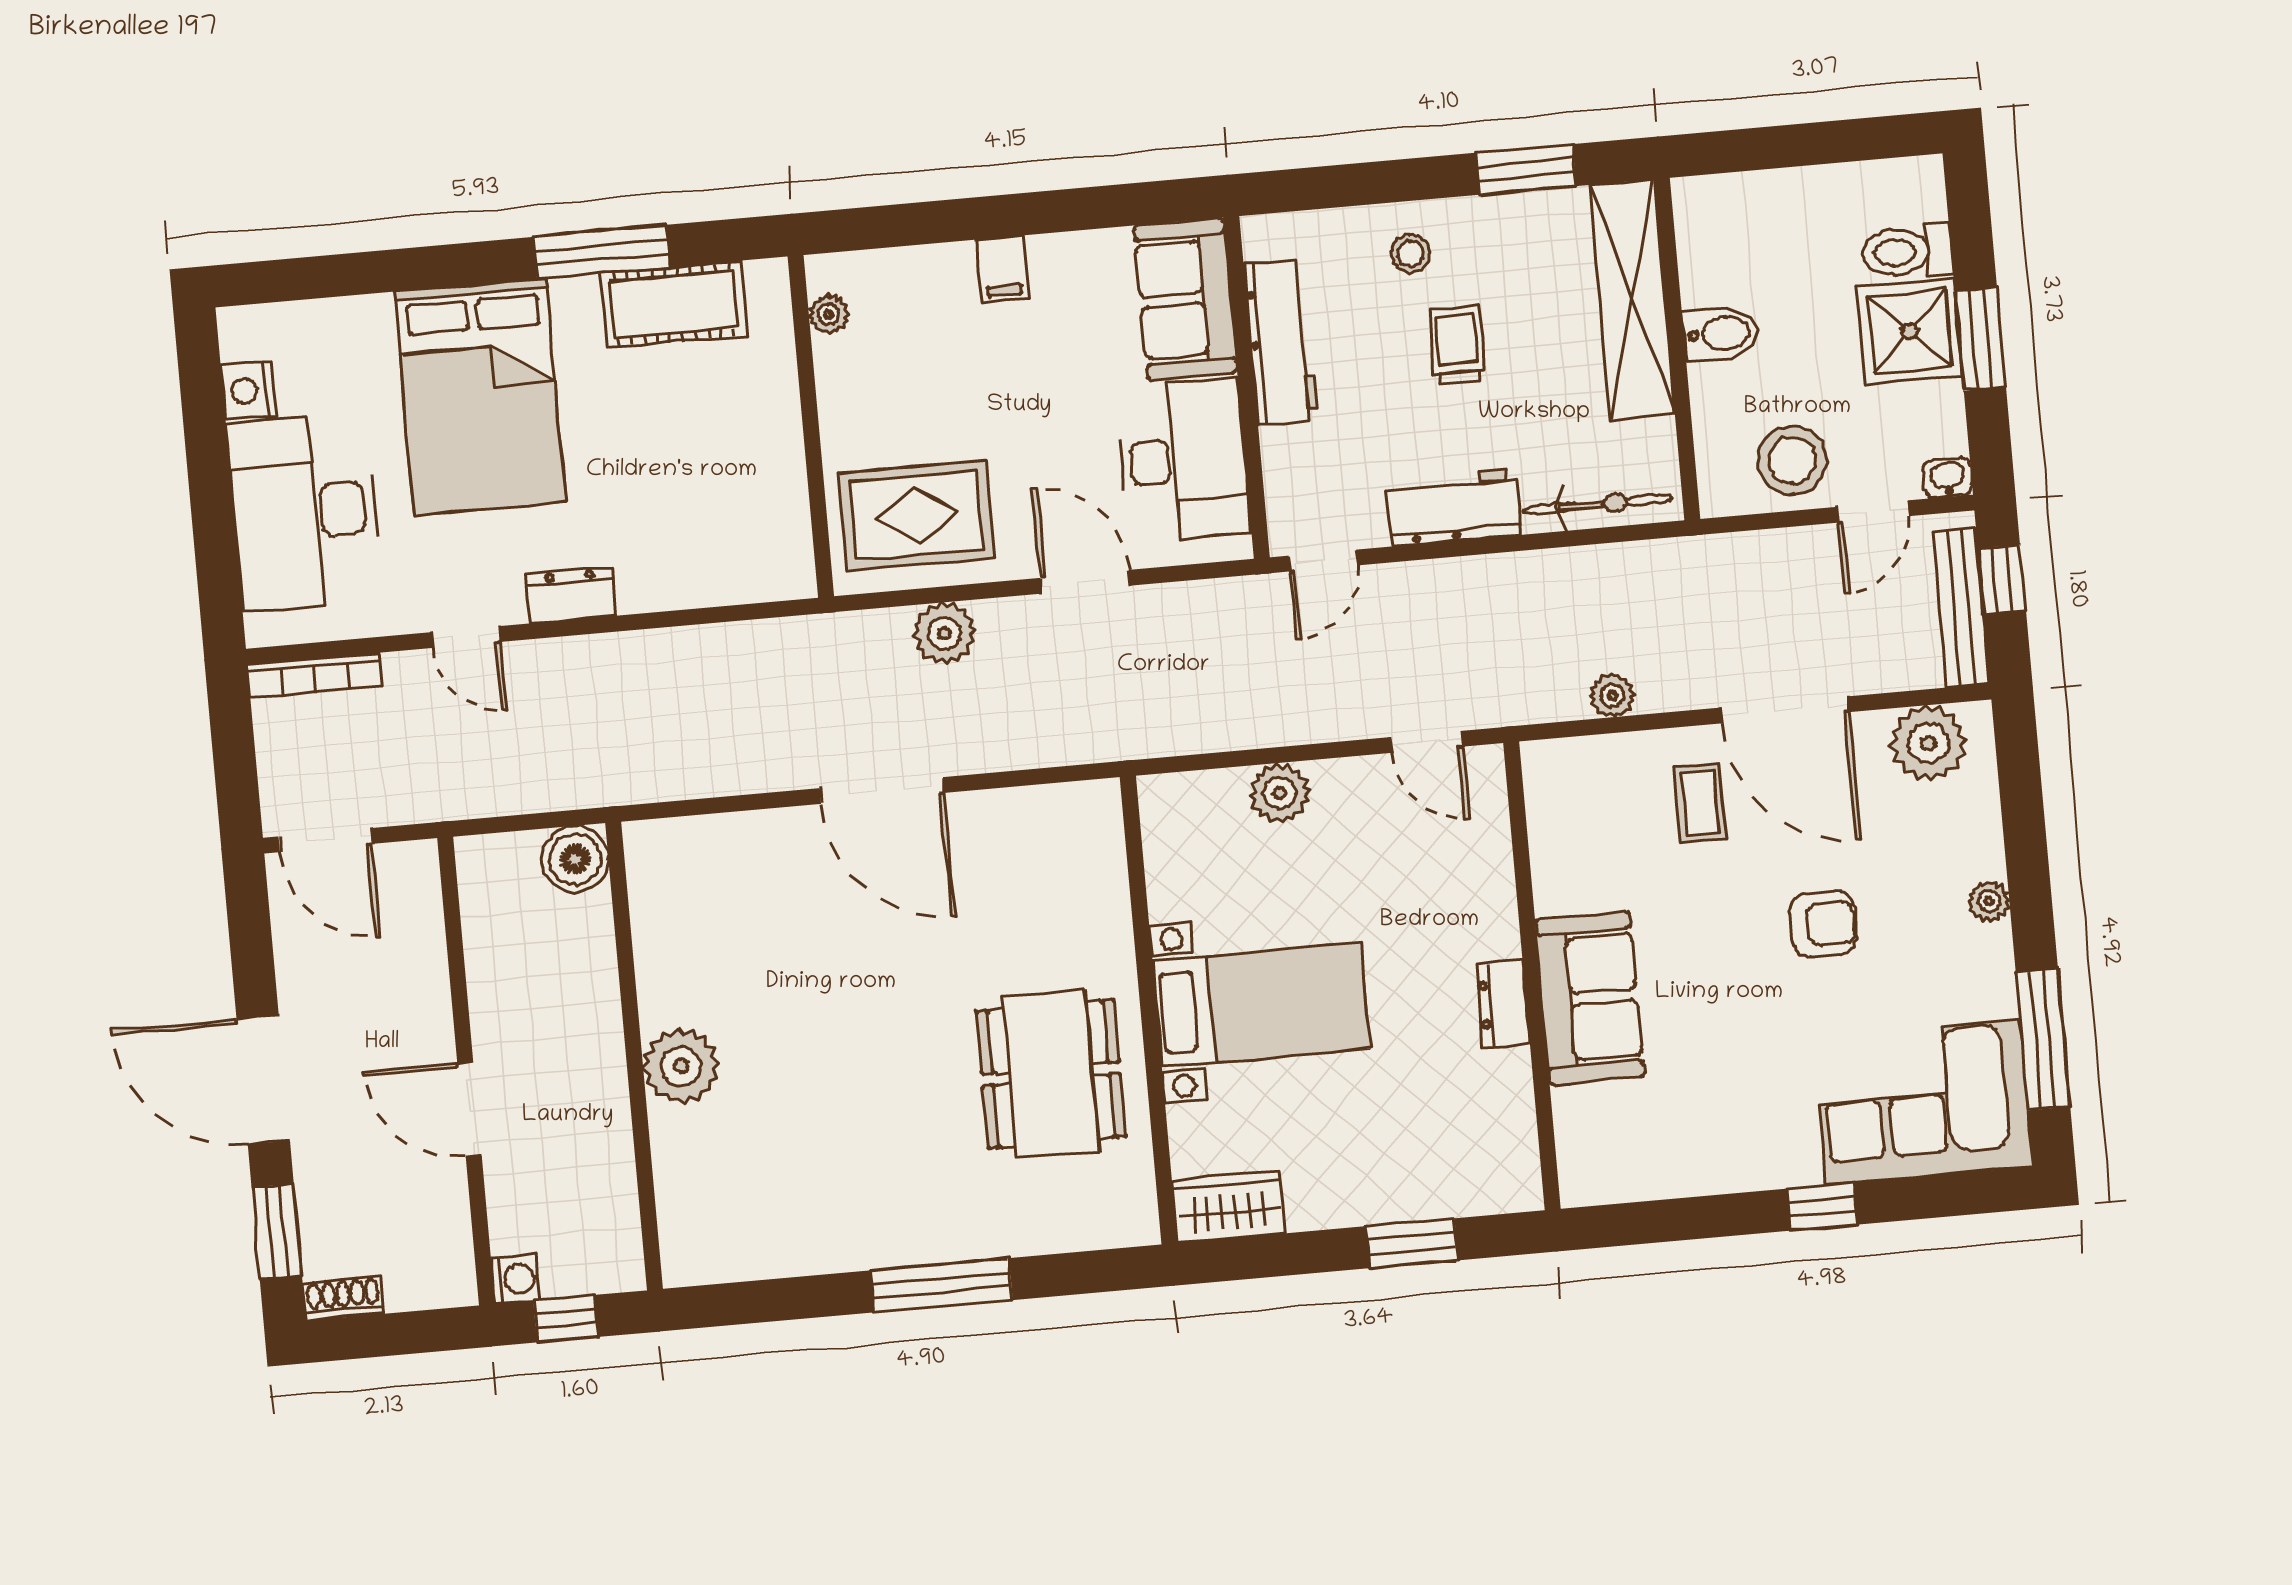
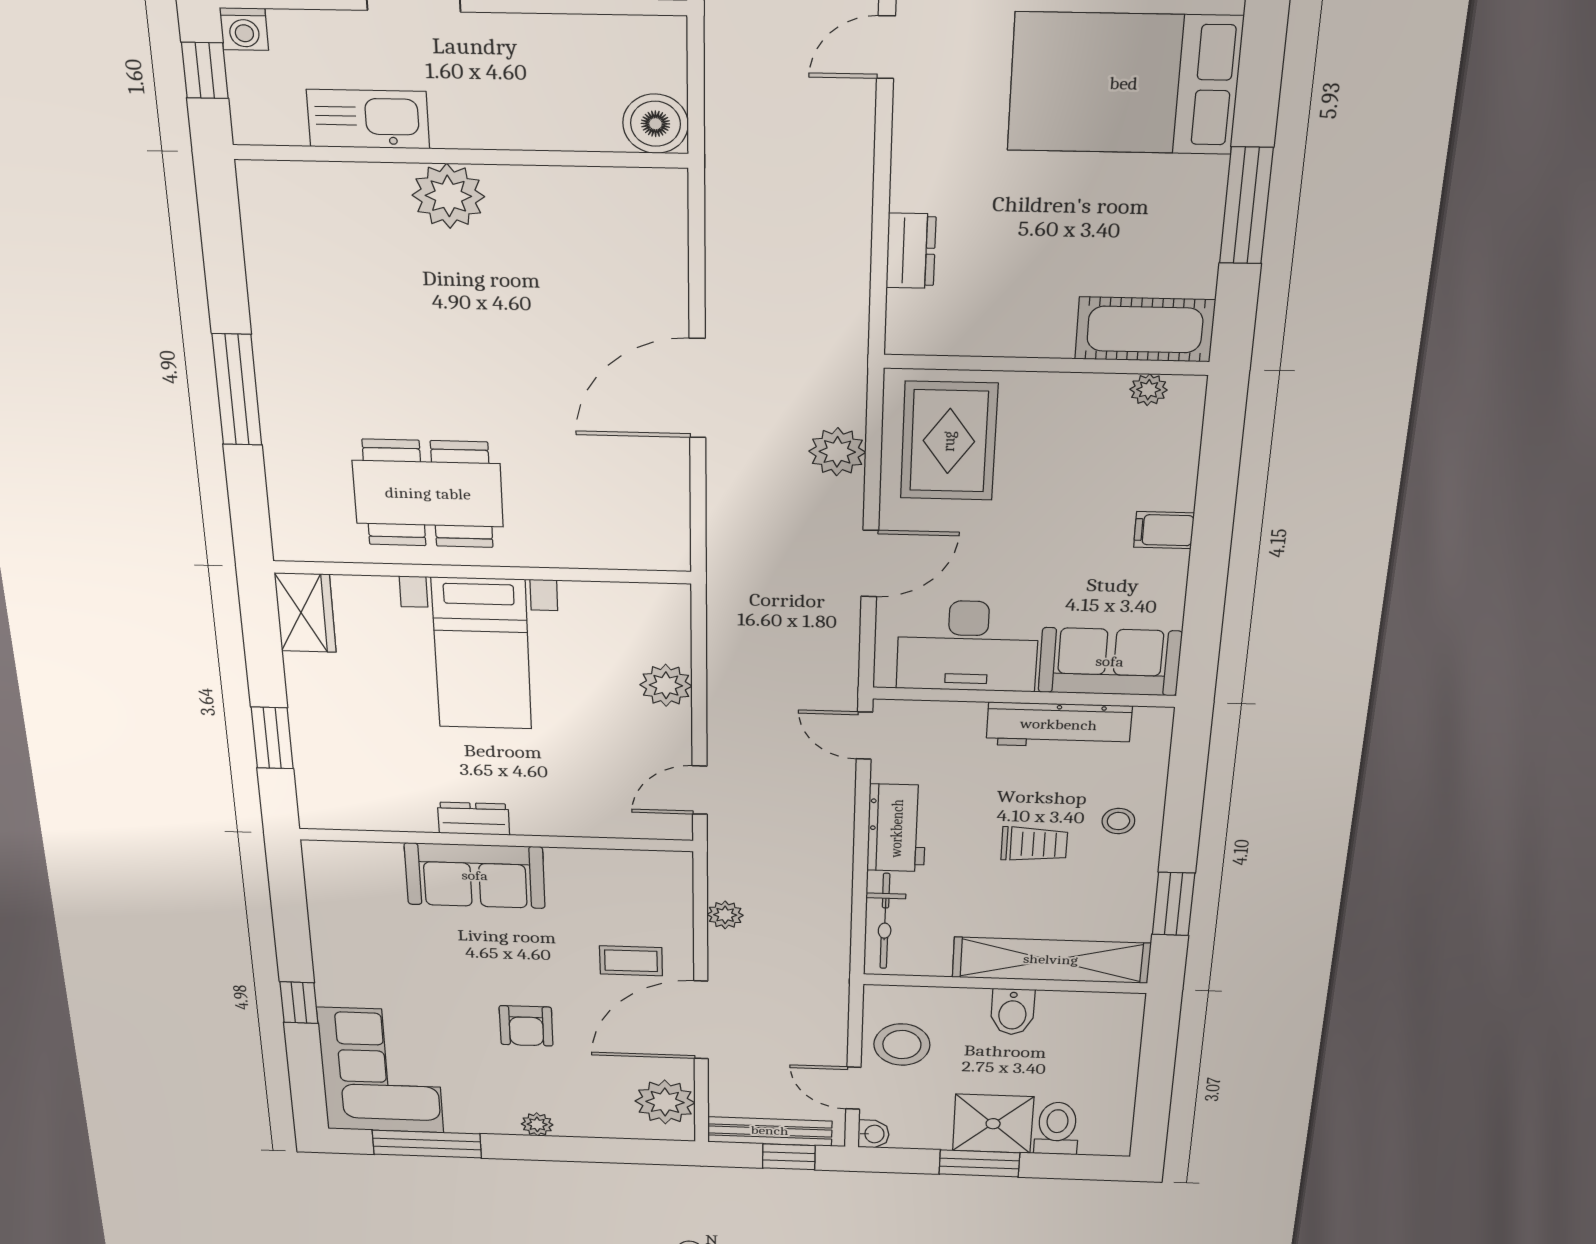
cot: (674, 304) -> (1145, 329), moved, turned 90
dresser: (571, 595) -> (911, 251), moved
kitchen sink: (602, 1152) -> (368, 119), added

